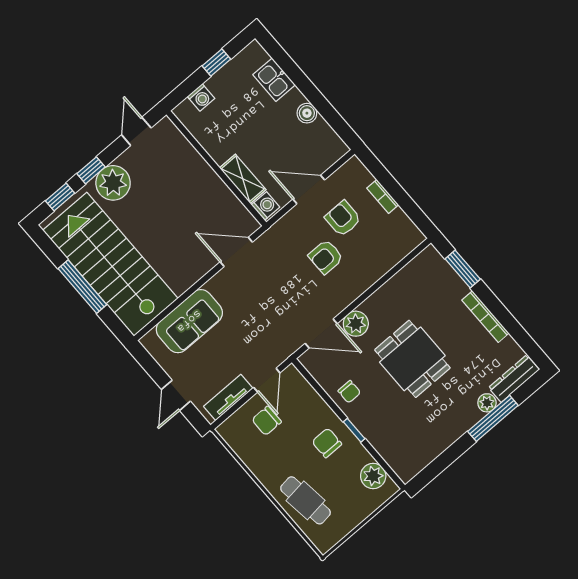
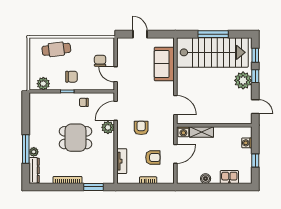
door: (236, 252) -> (175, 105), hinge flipped
armchair: (326, 257) -> (141, 128), moved
tv unit: (228, 397) -> (122, 161), moved

